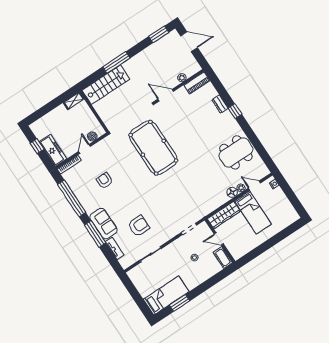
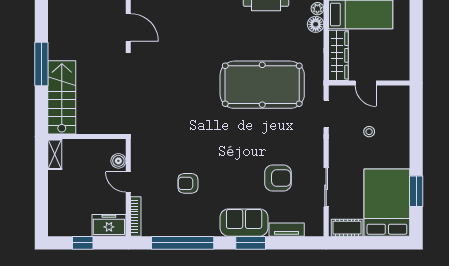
door: (166, 95) -> (128, 27), swing flipped
pool table: (153, 148) -> (262, 85), moved
freezer: (53, 150) -> (109, 225), width x0.71
armchair: (139, 226) -> (278, 178), turned 90
window: (95, 234) -> (251, 243), width x0.69
door: (219, 239) -> (366, 83), hinge flipped
cot: (223, 258) -> (347, 228), moved
bed: (166, 295) -> (387, 203), width x1.50

